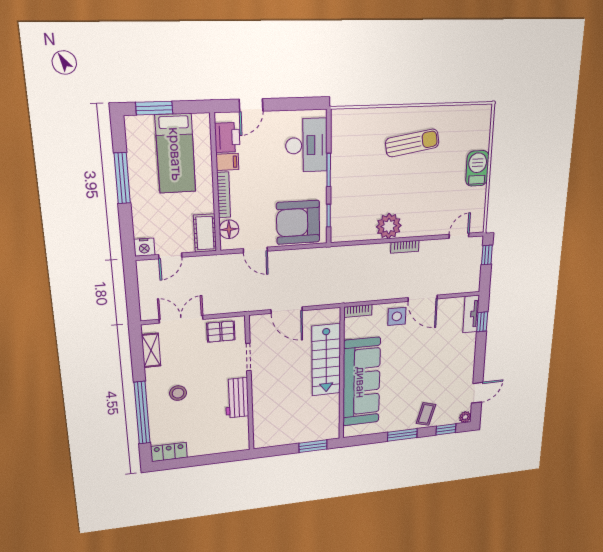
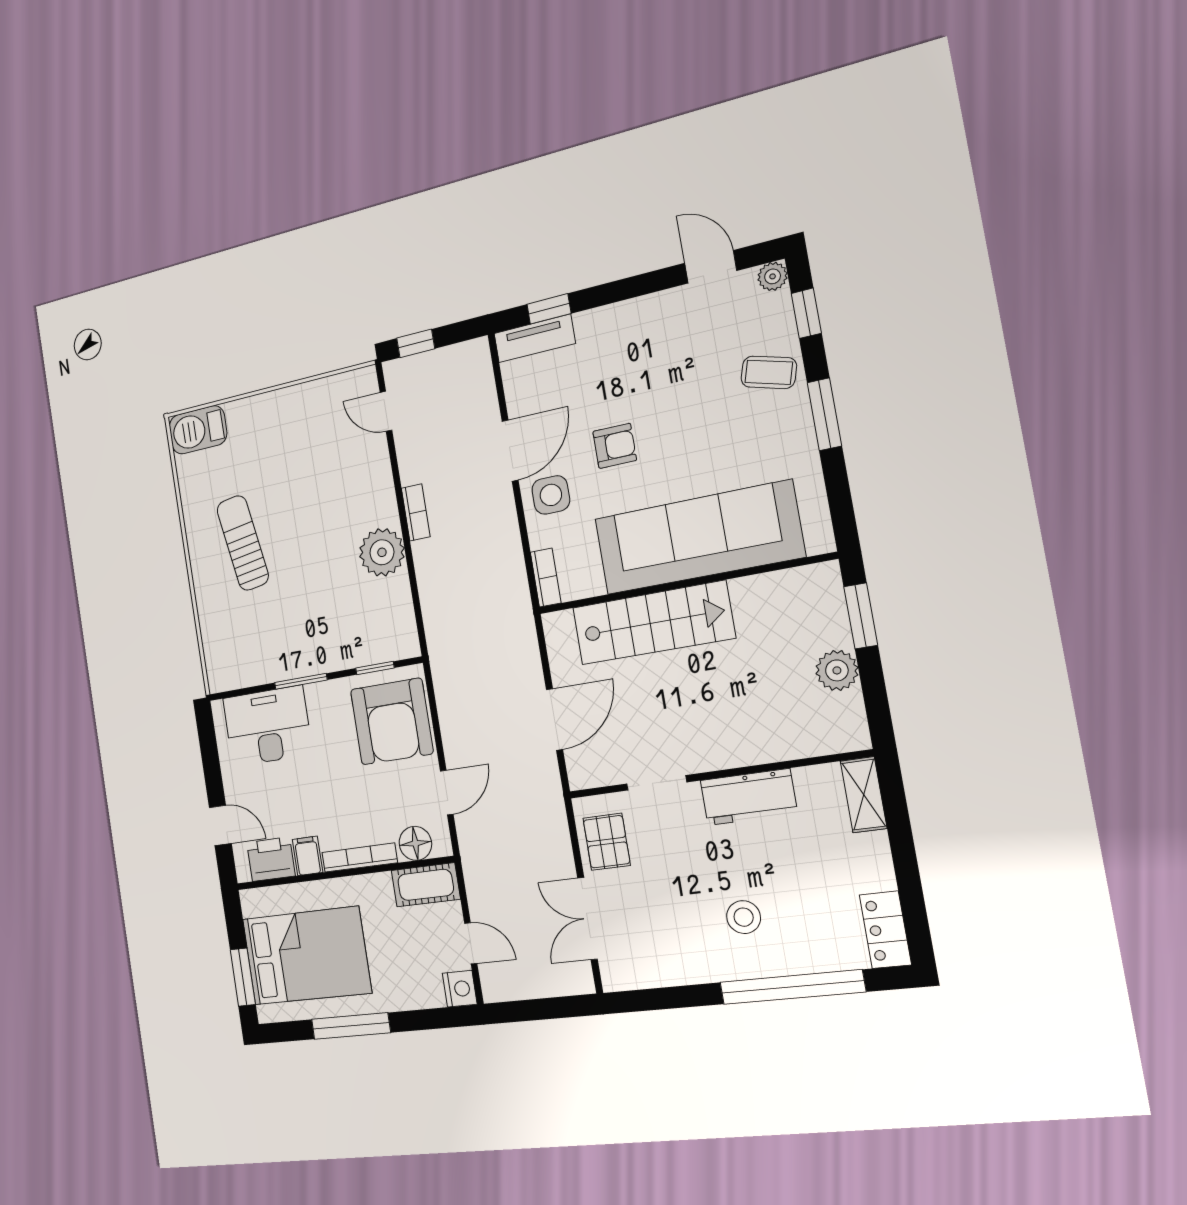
bed: (176, 154) -> (306, 956), width x1.50
barbecue: (477, 168) -> (198, 430), moved
armchair: (412, 348) -> (615, 446), added
shelving: (151, 350) -> (864, 795), moved, turned 90
plant: (291, 436) -> (837, 670), added

